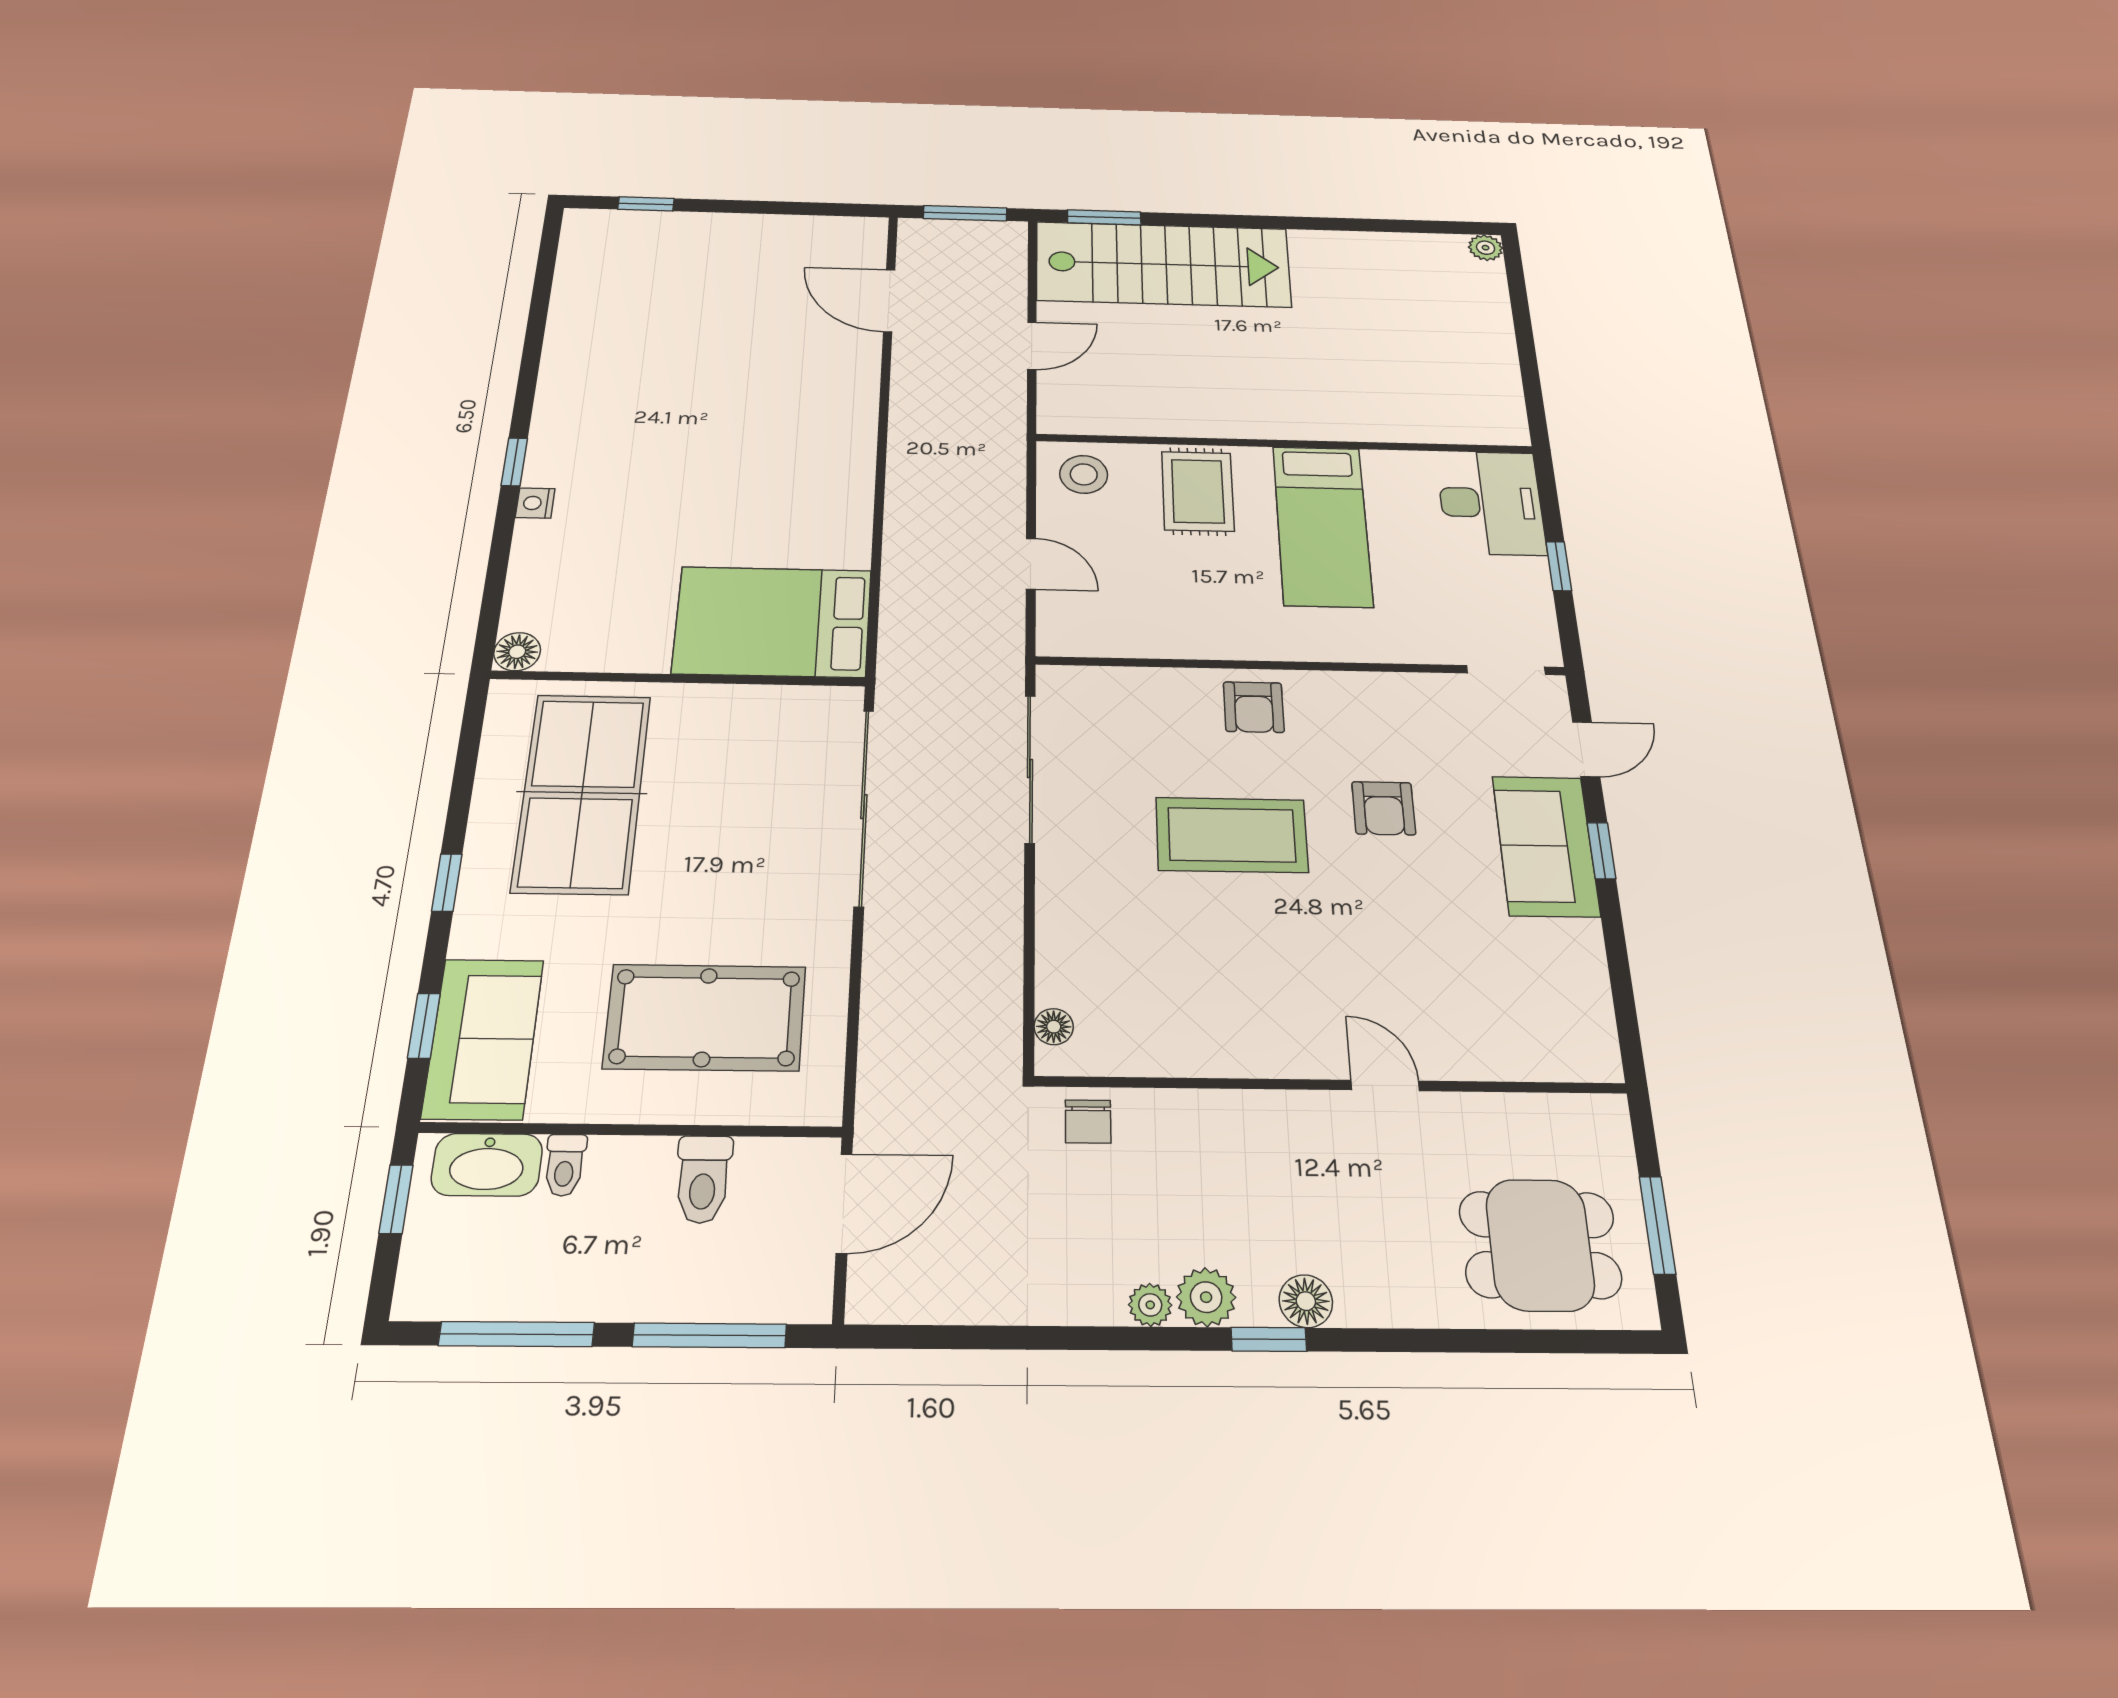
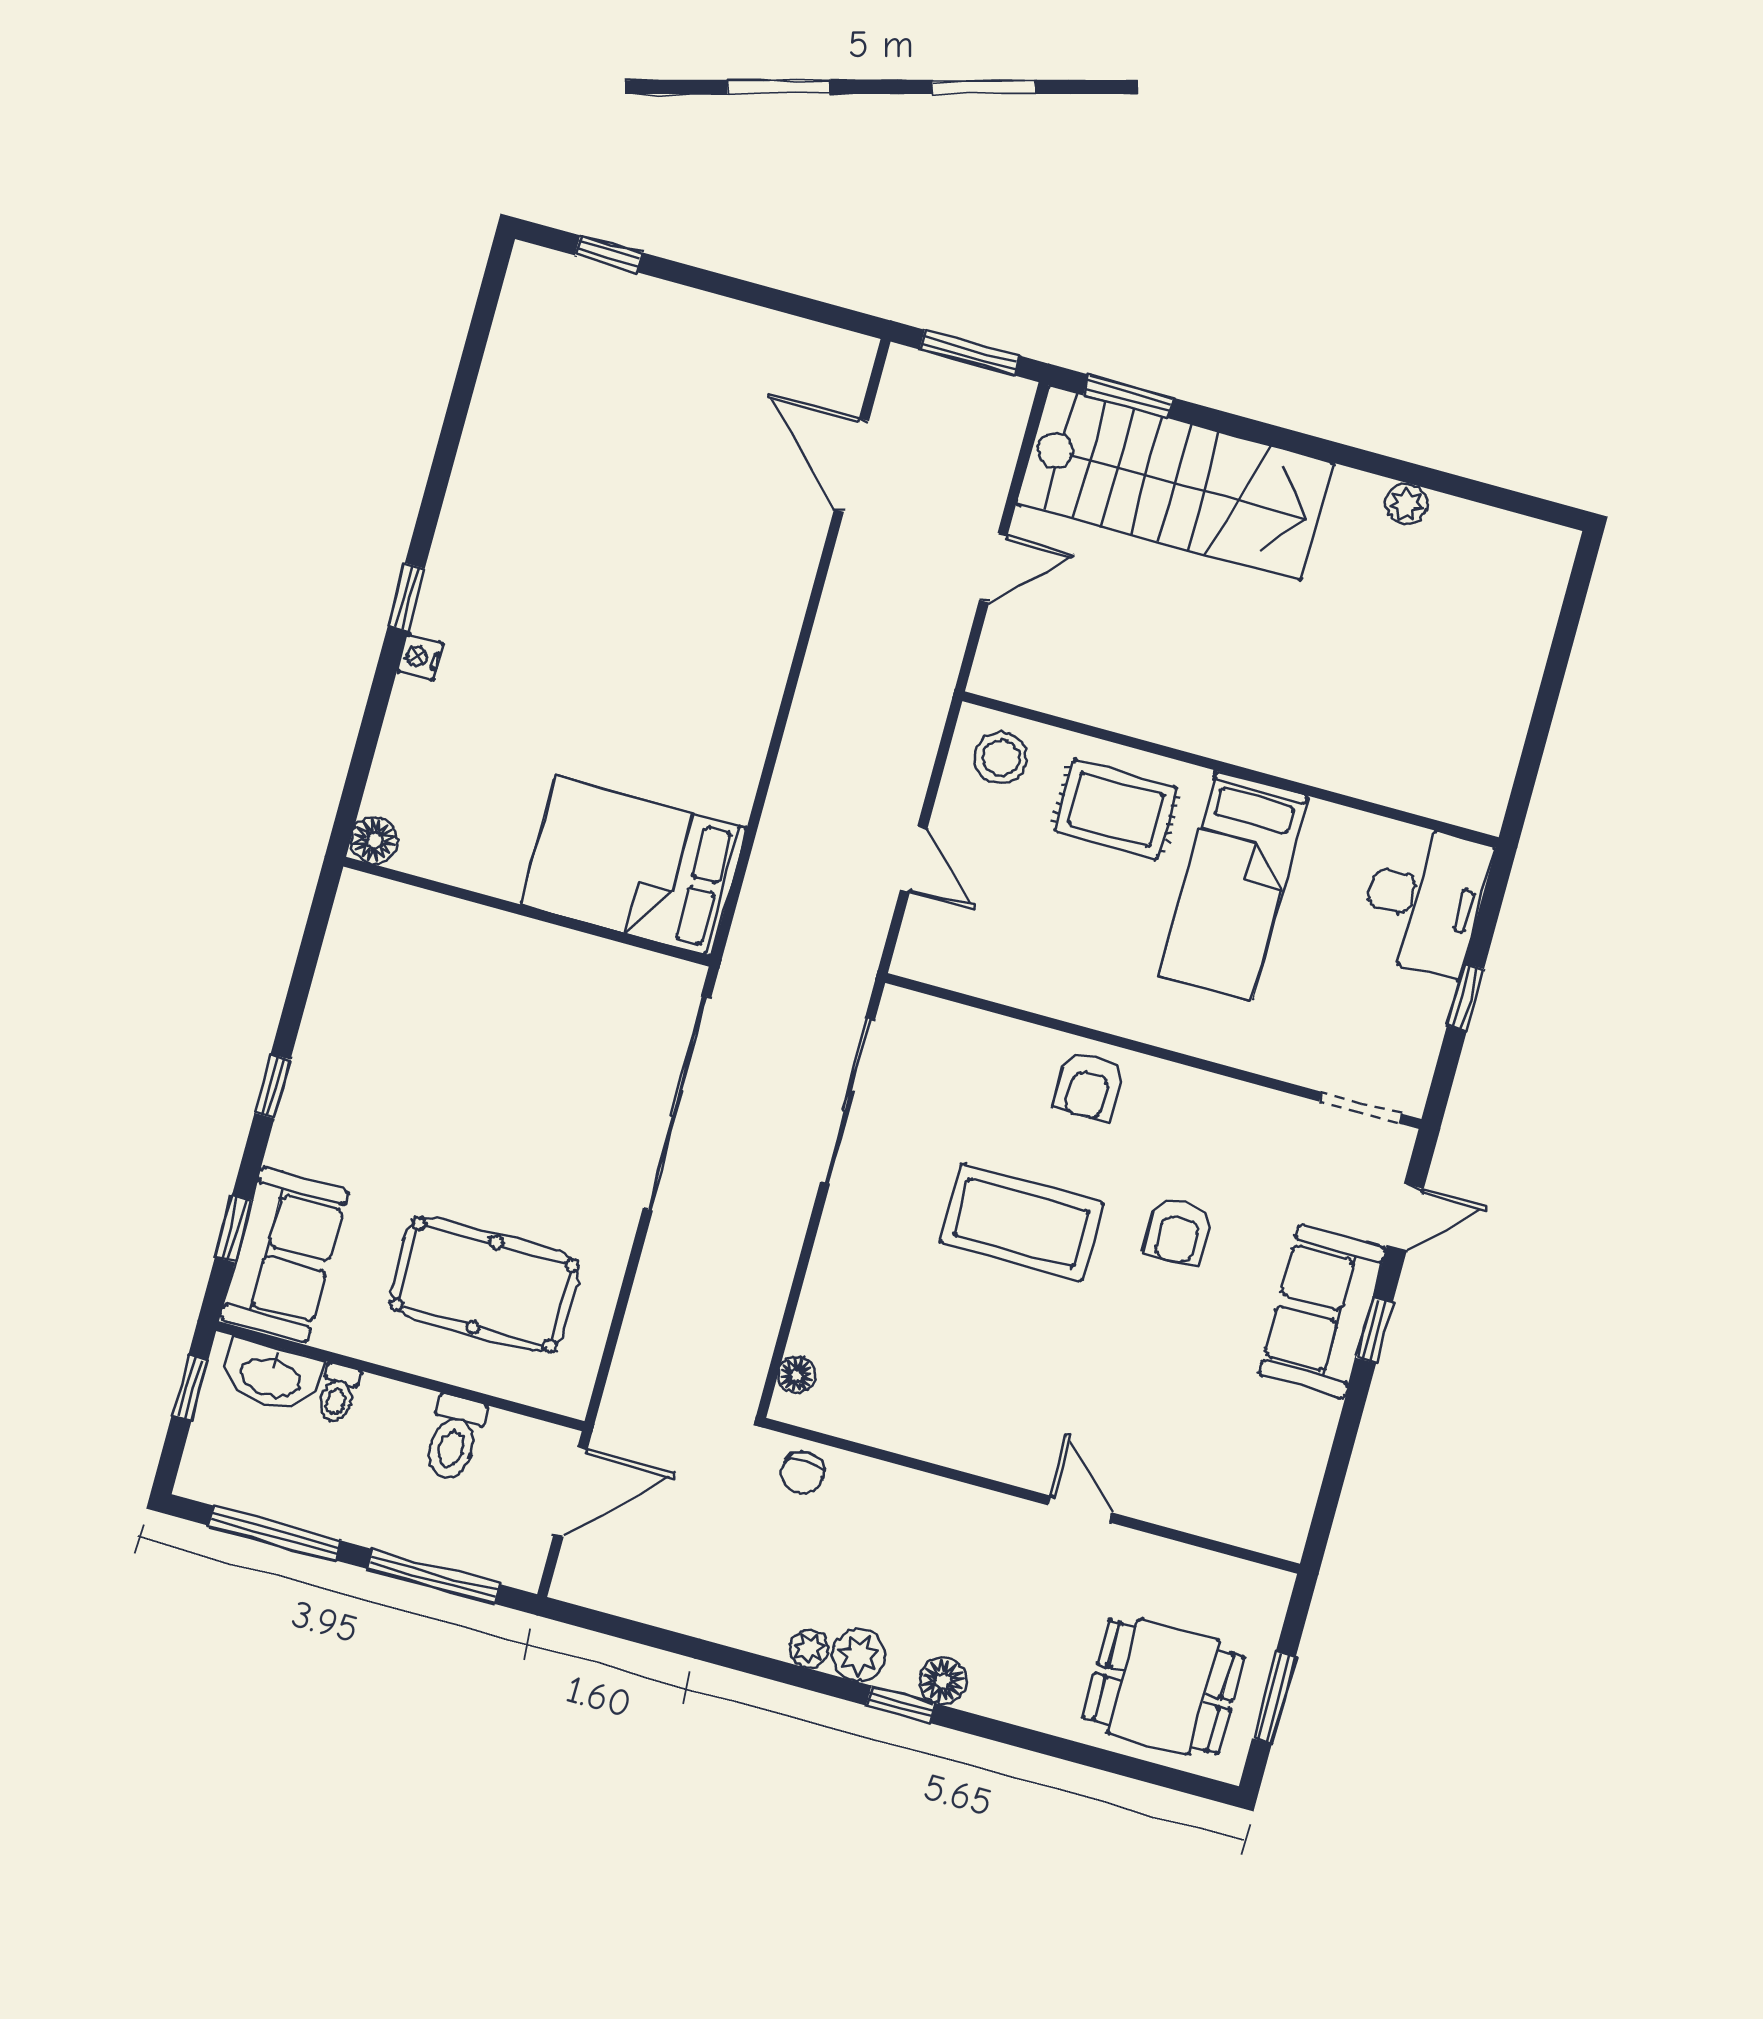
plant: (1486, 248) -> (1406, 504), moved
rug: (1198, 491) -> (1116, 809), turned 90
table tennis table: (582, 793) -> (412, 1020), removed

